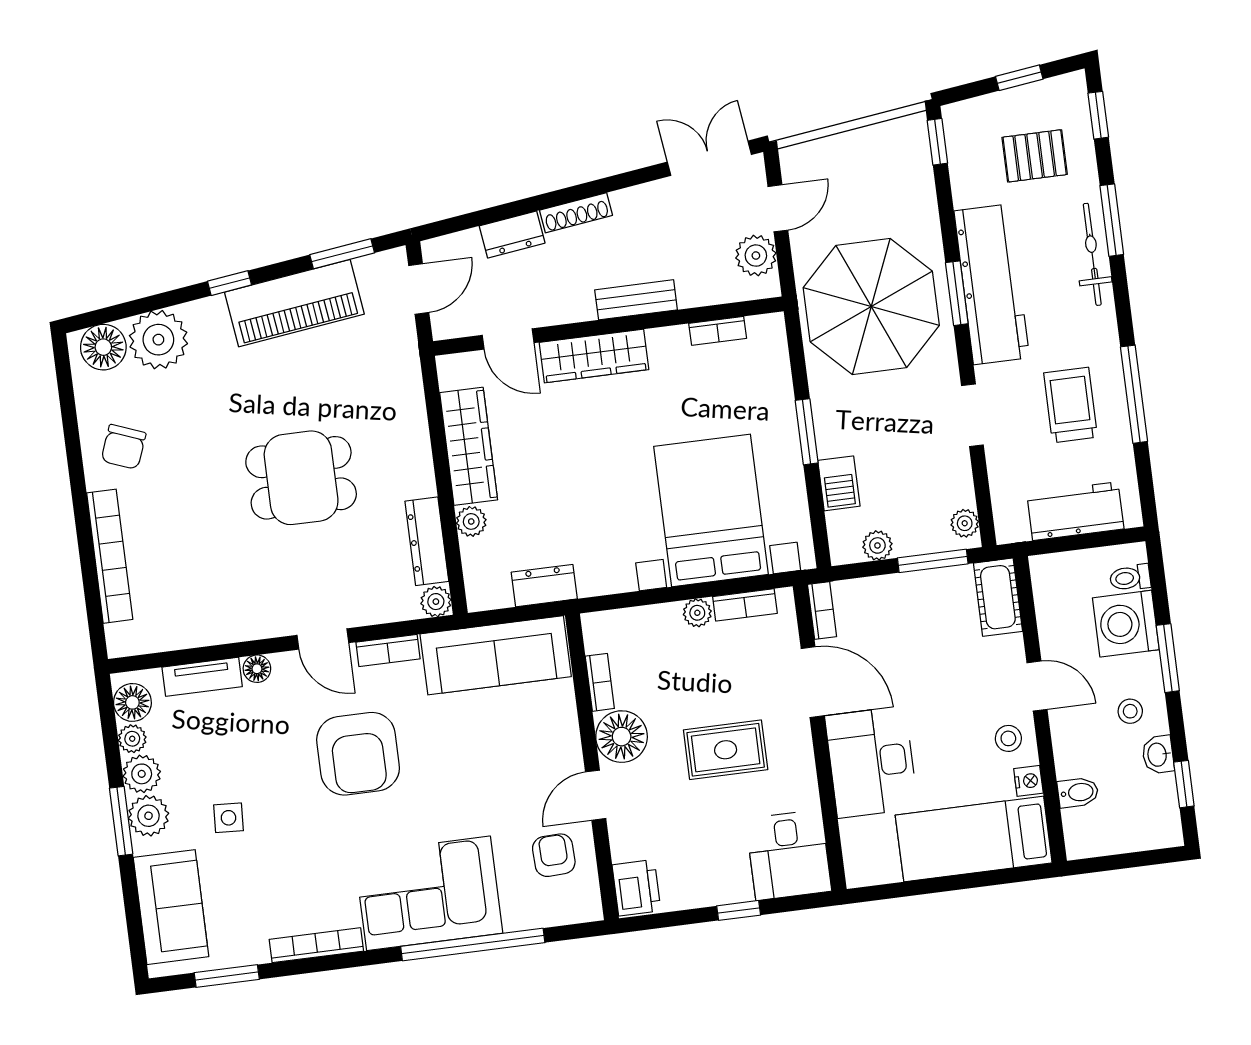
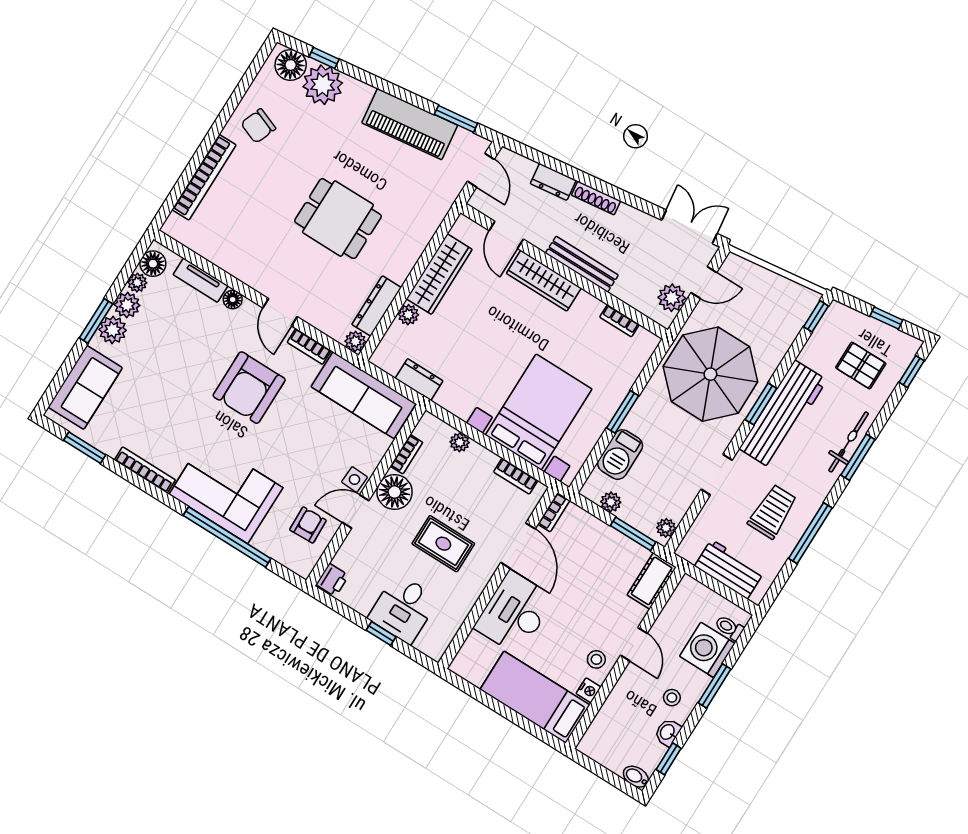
window: (1112, 220) -> (858, 457), moved
window: (230, 283) -> (324, 58), moved
door: (419, 289) -> (481, 170), hinge flipped
bench: (636, 300) -> (582, 264), width x1.36
barbecue: (839, 483) -> (620, 455), width x1.38, depth x1.27
plant: (697, 613) -> (460, 442), moved
bidet: (1078, 792) -> (636, 777), moved, turned 180
side table: (229, 818) -> (354, 479), moved
desk: (789, 855) -> (403, 608), moved
printer: (636, 888) -> (332, 580), width x0.73, depth x0.81

